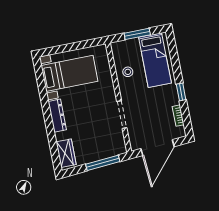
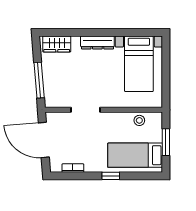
stool: (128, 72) -> (139, 120), moved
window: (181, 92) -> (111, 176), moved

